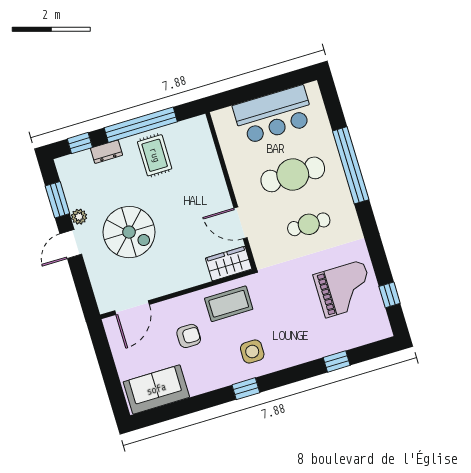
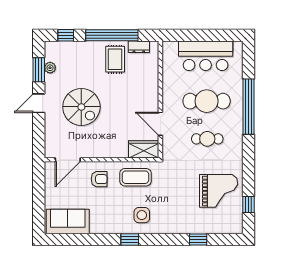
dresser: (106, 152) -> (139, 47), moved
plant: (79, 217) -> (50, 68), moved
armchair: (189, 336) -> (99, 179), moved

